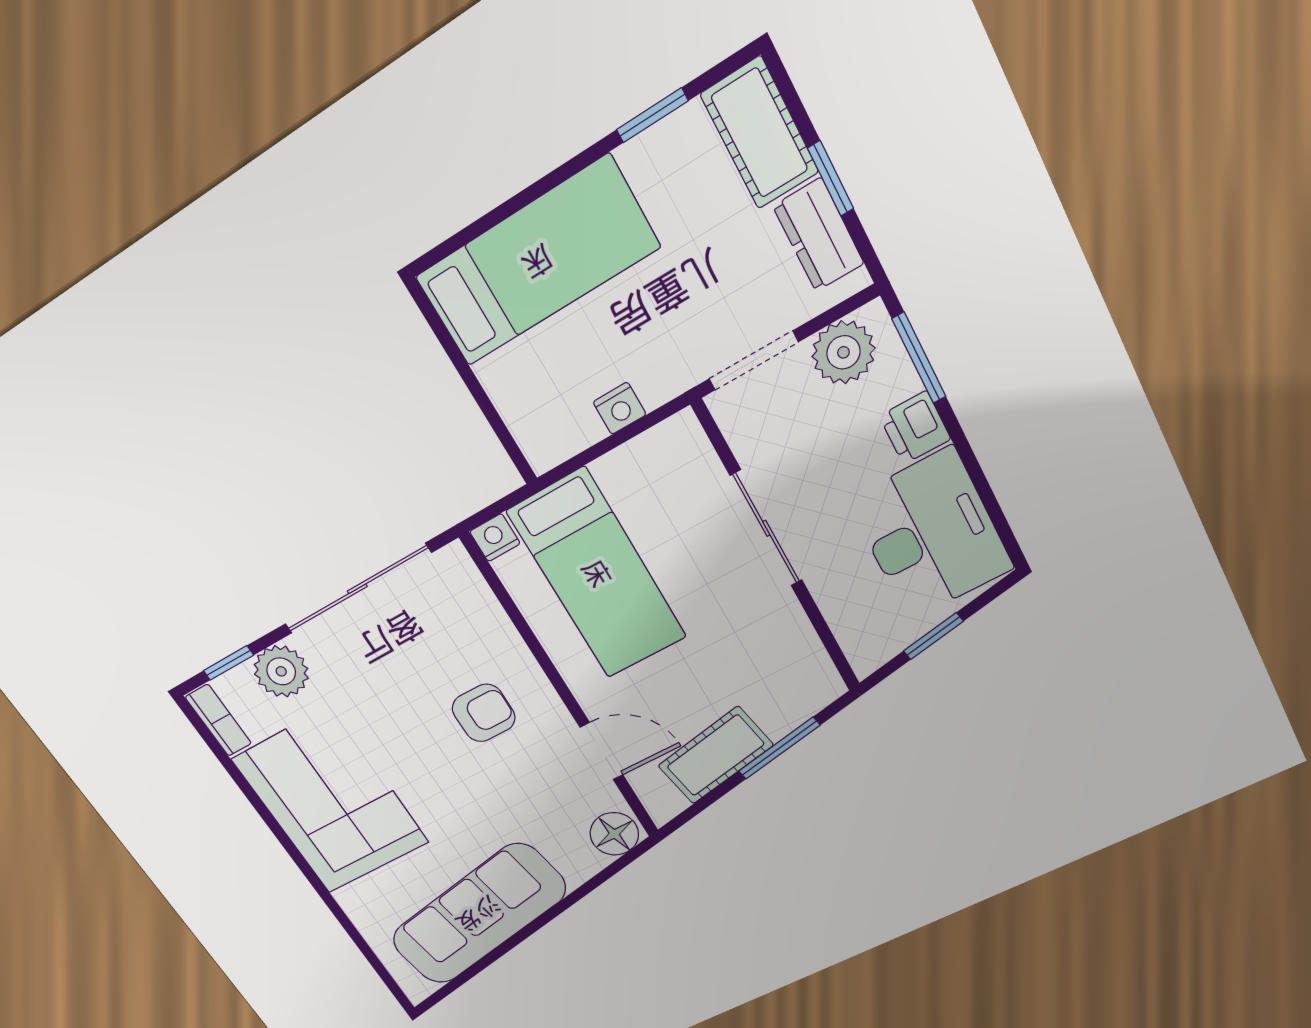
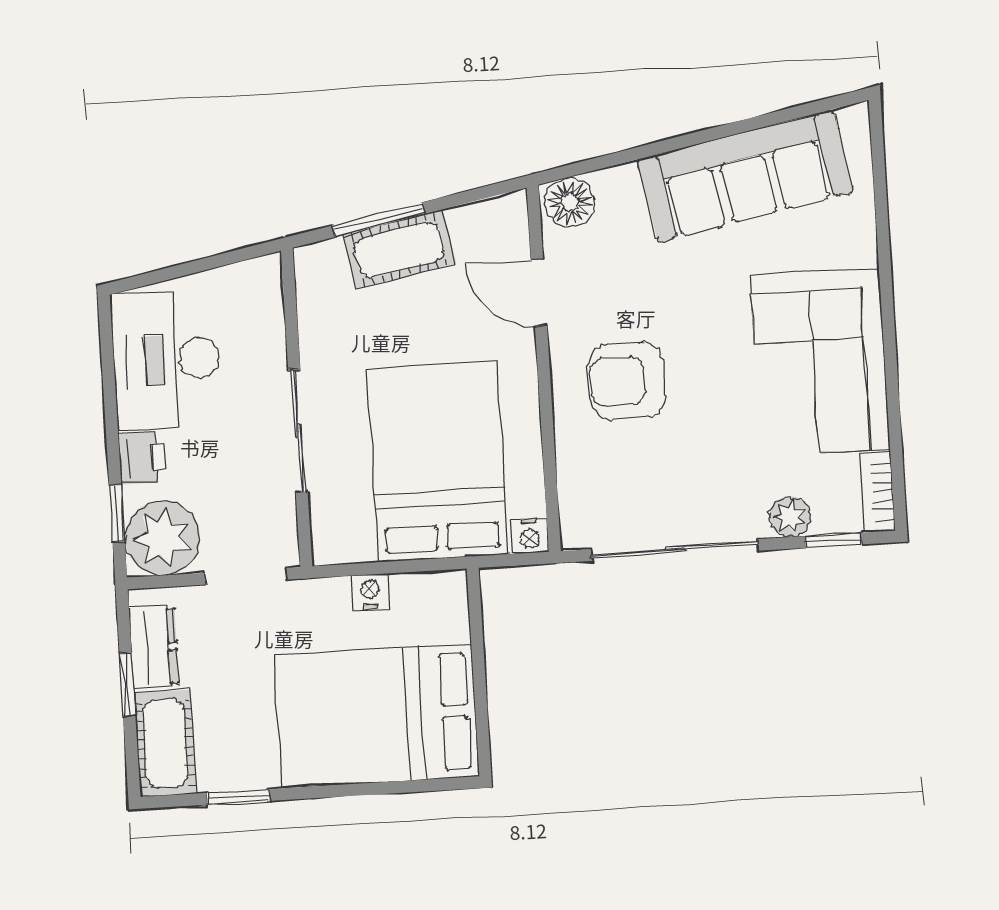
bed: (537, 262) -> (377, 716), width x1.50
plant: (843, 352) -> (163, 538), width x1.36, depth x1.36
window: (919, 358) -> (117, 513), width x0.67
bed: (597, 574) -> (438, 462), width x1.50
window: (933, 636) -> (200, 265), removed
plant: (281, 671) -> (790, 517), width x0.73, depth x0.73
armchair: (484, 713) -> (627, 381), width x1.38, depth x1.38
cot: (715, 755) -> (399, 249), moved

